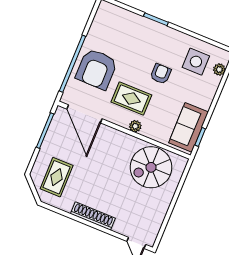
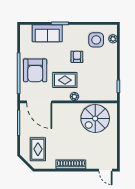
sofa: (189, 127) -> (47, 33), moved, turned -90

